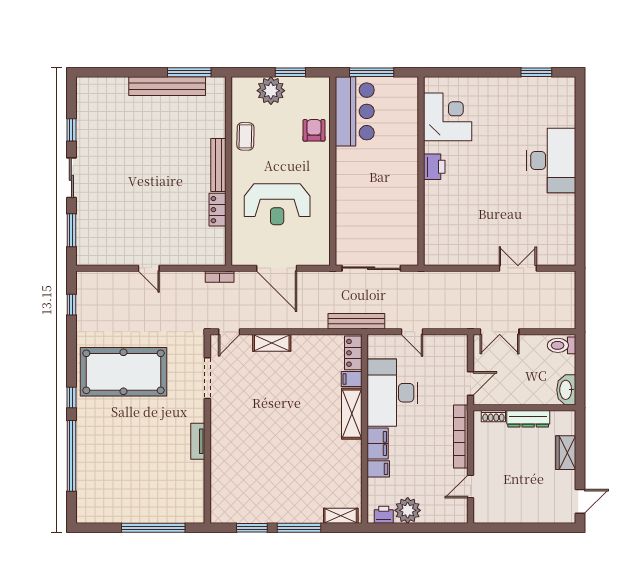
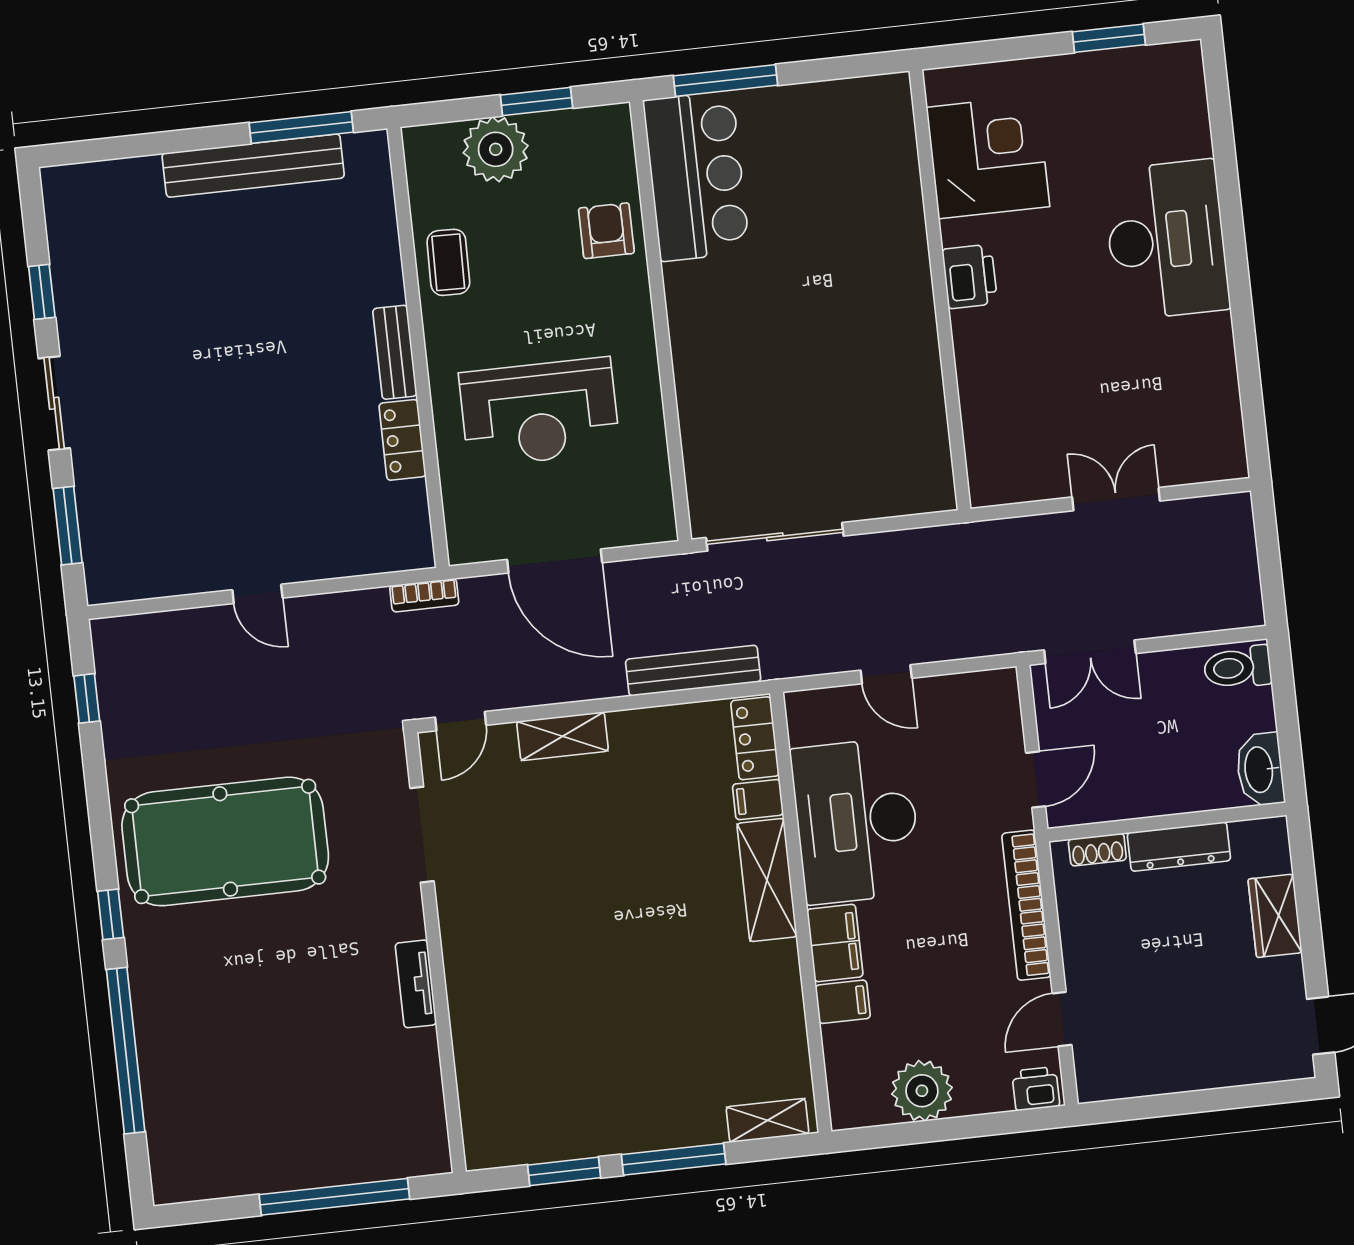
corner desk: (448, 117) -> (988, 157), moved
bench: (218, 165) -> (395, 352), width x0.73
printer: (434, 167) -> (970, 276), moved
wall: (421, 171) -> (940, 290), moved
bench: (356, 321) -> (693, 671), moved
printer: (384, 515) -> (1036, 1089), moved

